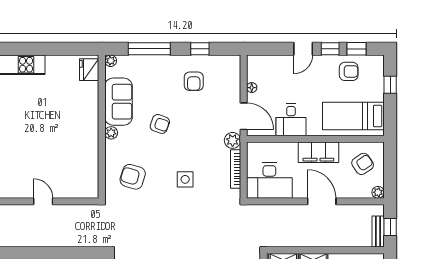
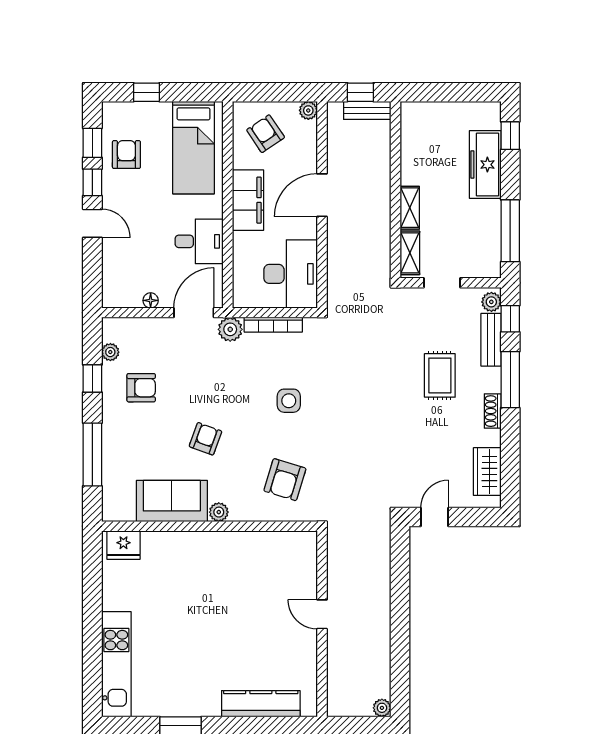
plant: (111, 61) -> (110, 352), moved
door: (43, 201) -> (322, 614), hinge flipped

